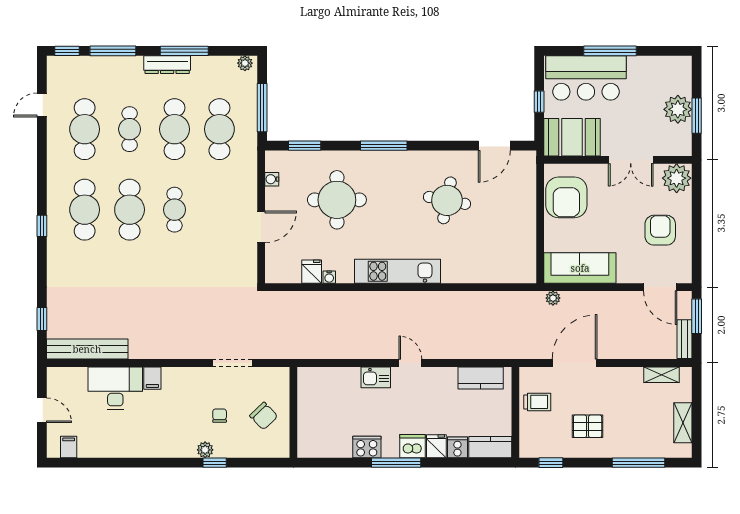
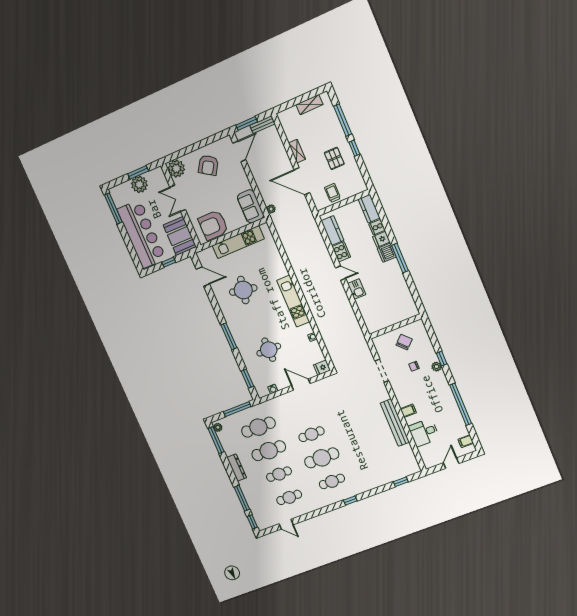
window: (184, 51) -> (216, 440), moved
window: (610, 51) -> (113, 209), moved
bar counter: (586, 78) -> (142, 234), width x1.36
cafe table: (85, 129) -> (289, 497), width x0.73, depth x0.74
double door: (631, 160) -> (178, 198), swing flipped
armchair: (566, 197) -> (213, 225), turned 180
round table: (337, 200) -> (269, 350), width x0.73, depth x0.73
cafe table: (85, 210) -> (332, 481), width x0.73, depth x0.74
kitchen unit: (524, 225) -> (238, 242), added
armchair: (660, 230) -> (208, 165), turned -57
sofa: (580, 268) -> (251, 206), width x0.73
fridge: (312, 272) -> (322, 368), moved
bench: (87, 349) -> (395, 423), moved
door: (410, 363) -> (341, 273), swing flipped
shelving: (662, 375) -> (297, 151), moved
desk: (115, 388) -> (424, 432), width x0.73
cooker: (367, 447) -> (341, 252), moved, turned 180
window: (131, 463) -> (461, 404), added
window: (551, 463) -> (354, 148), moved

